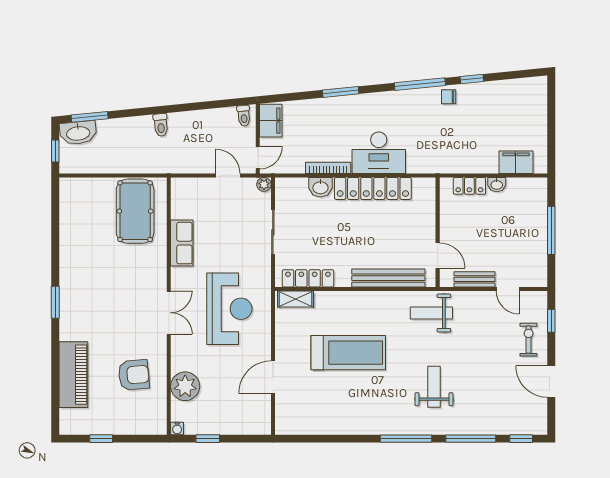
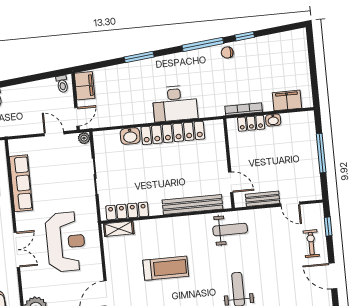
bookcase: (328, 168) -> (244, 109), moved
row of seats: (182, 243) -> (21, 183), width x1.48
weight bench: (431, 313) -> (230, 230), turned 180
treadmill: (348, 353) -> (166, 268), width x0.73, depth x0.73

